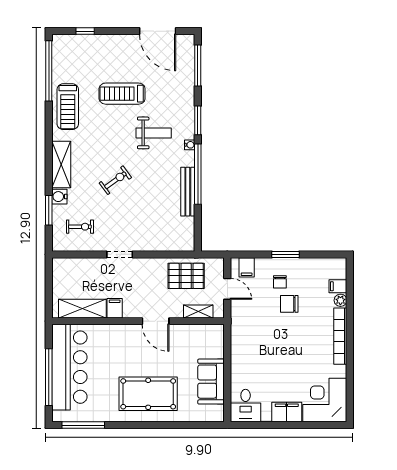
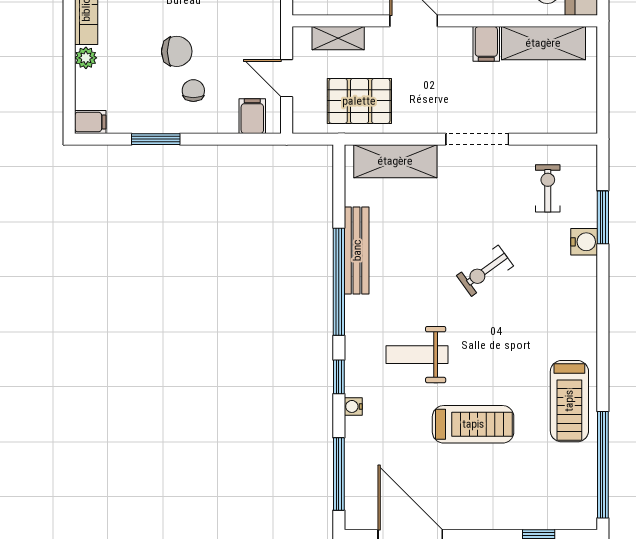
treadmill: (68, 107) -> (569, 401), turned 180
window: (198, 120) -> (339, 377), width x0.67
water cooler: (190, 145) -> (353, 406), moved
shelving: (61, 164) -> (395, 161), moved, turned 90
exercise bike: (80, 227) -> (548, 188), turned 90
doorway: (120, 254) -> (477, 139), width x1.38
window: (285, 254) -> (156, 139), moved
filing cabinet: (338, 286) -> (90, 122), moved

